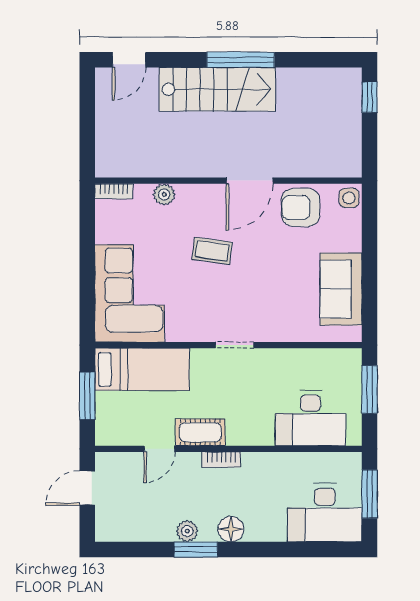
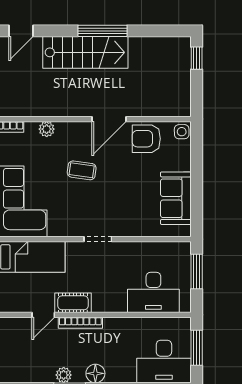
bookcase: (221, 460) -> (80, 323), width x1.56

